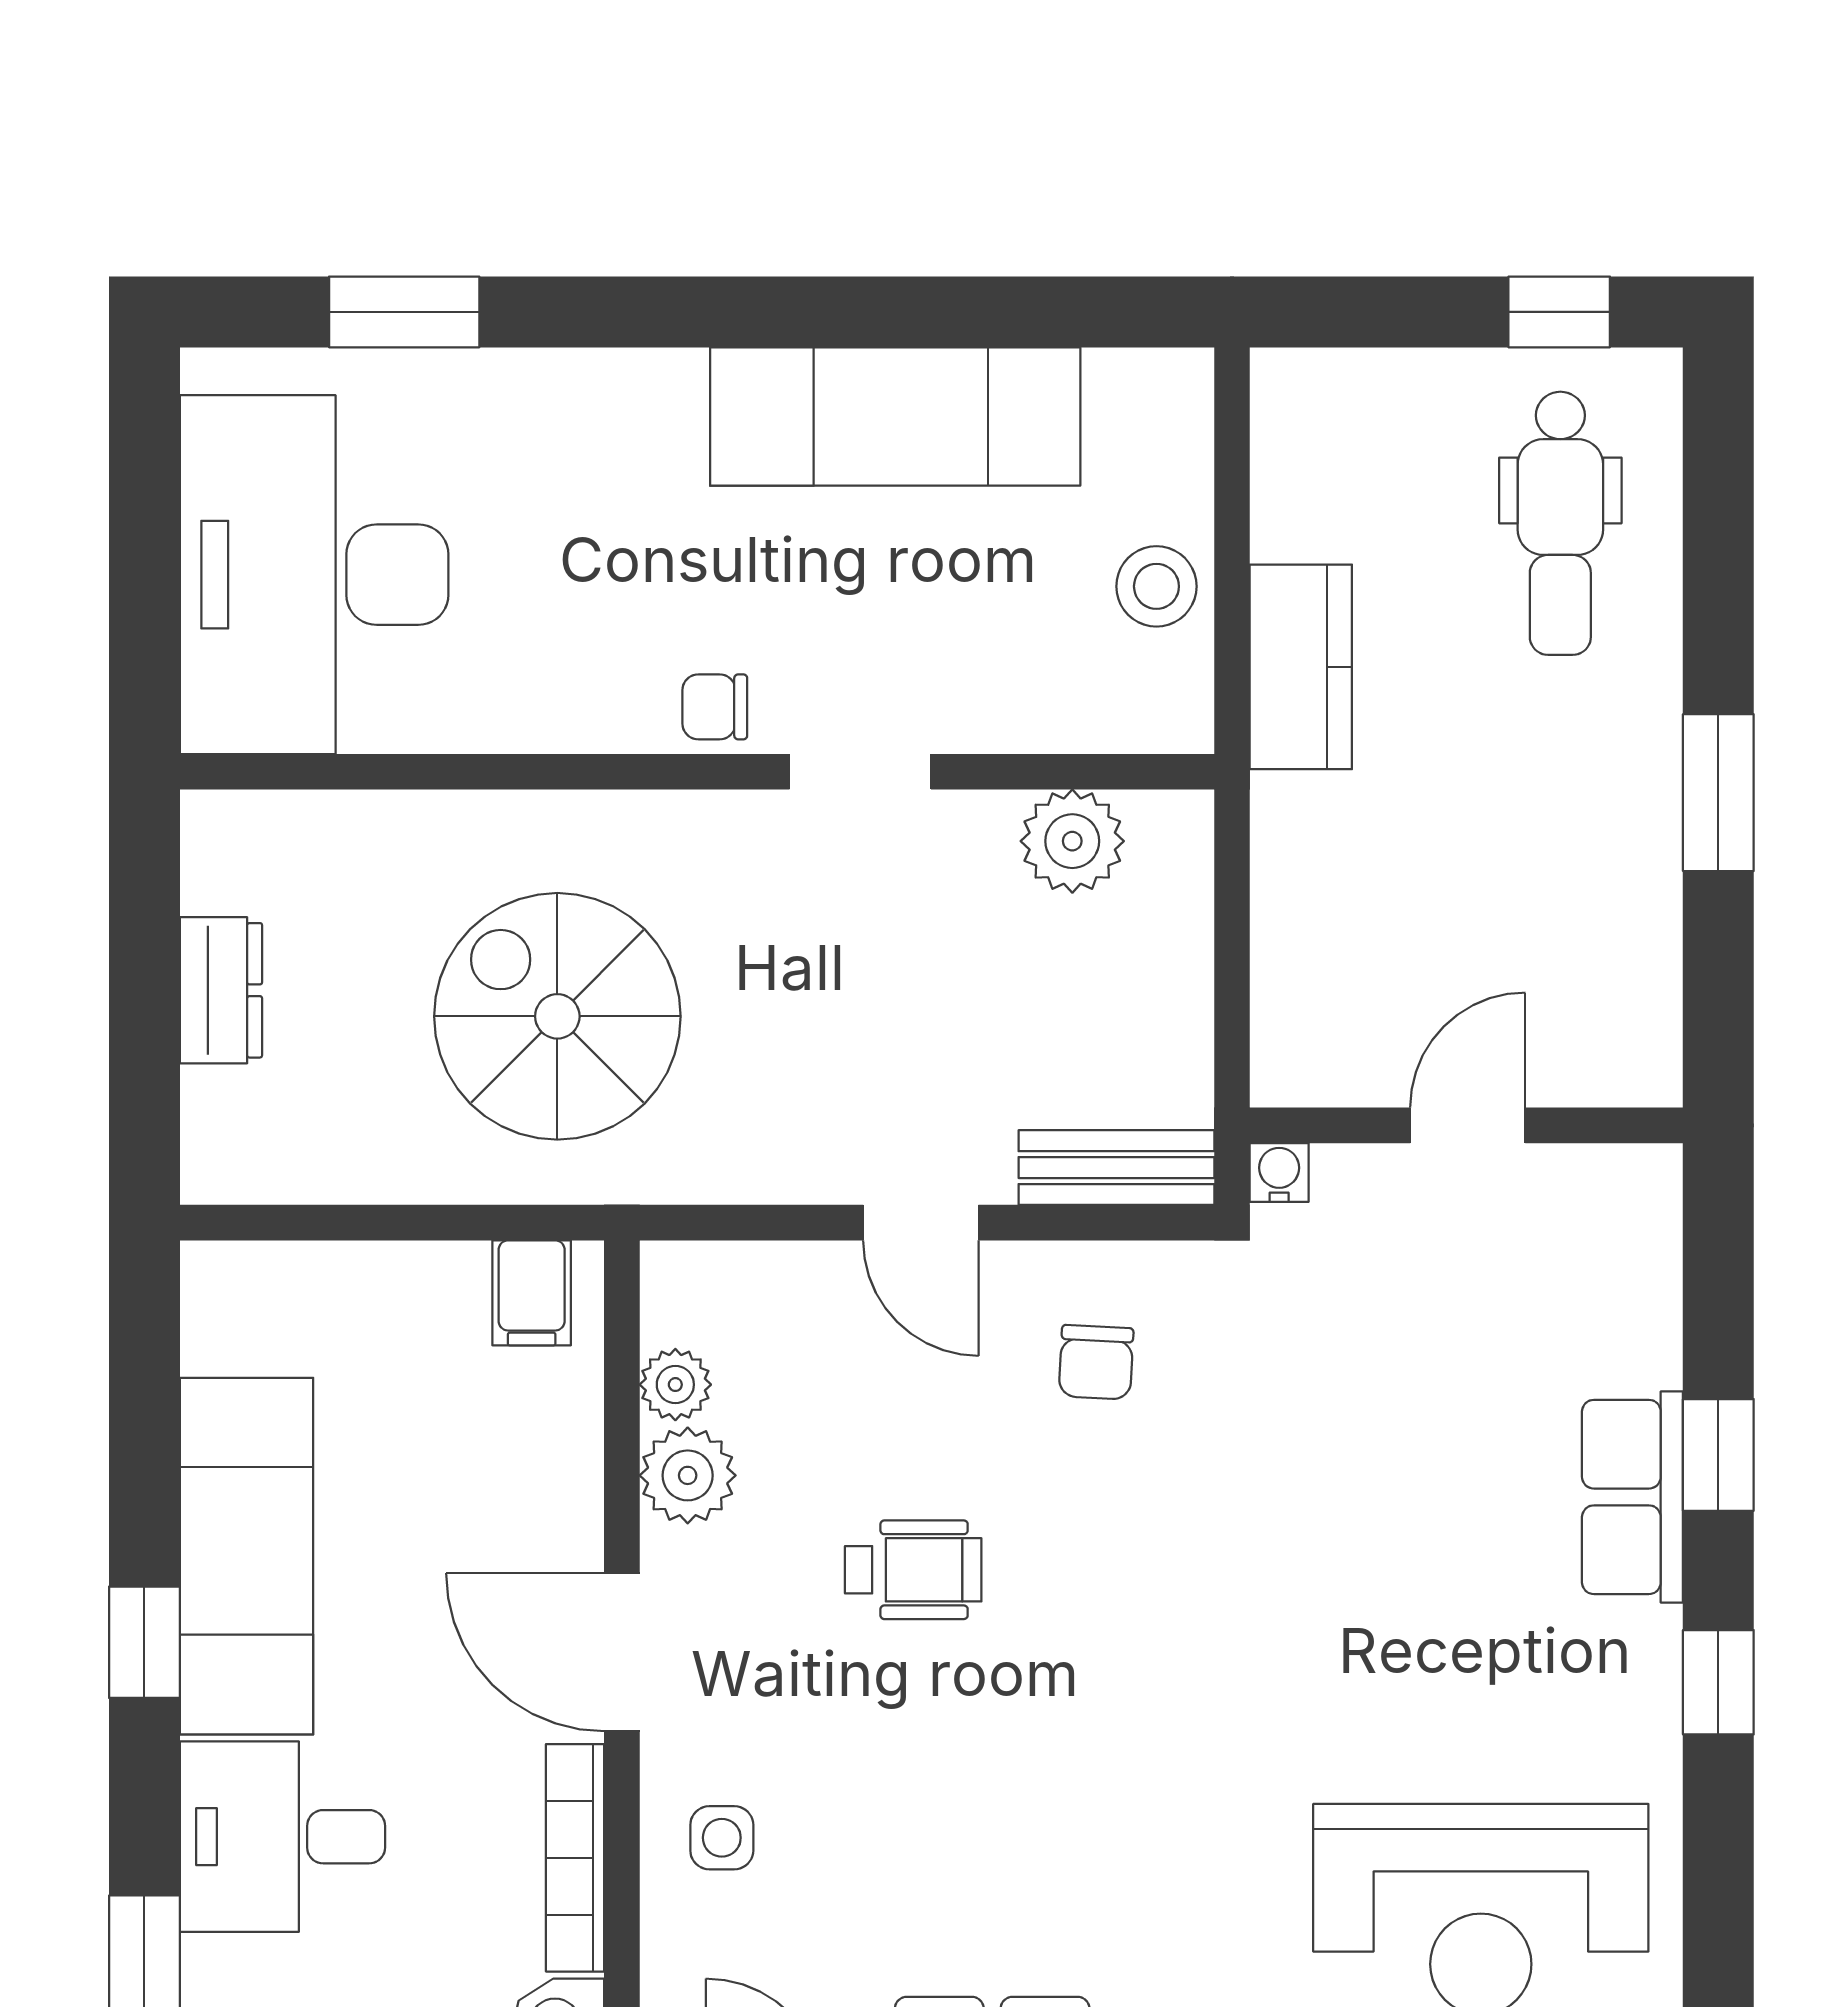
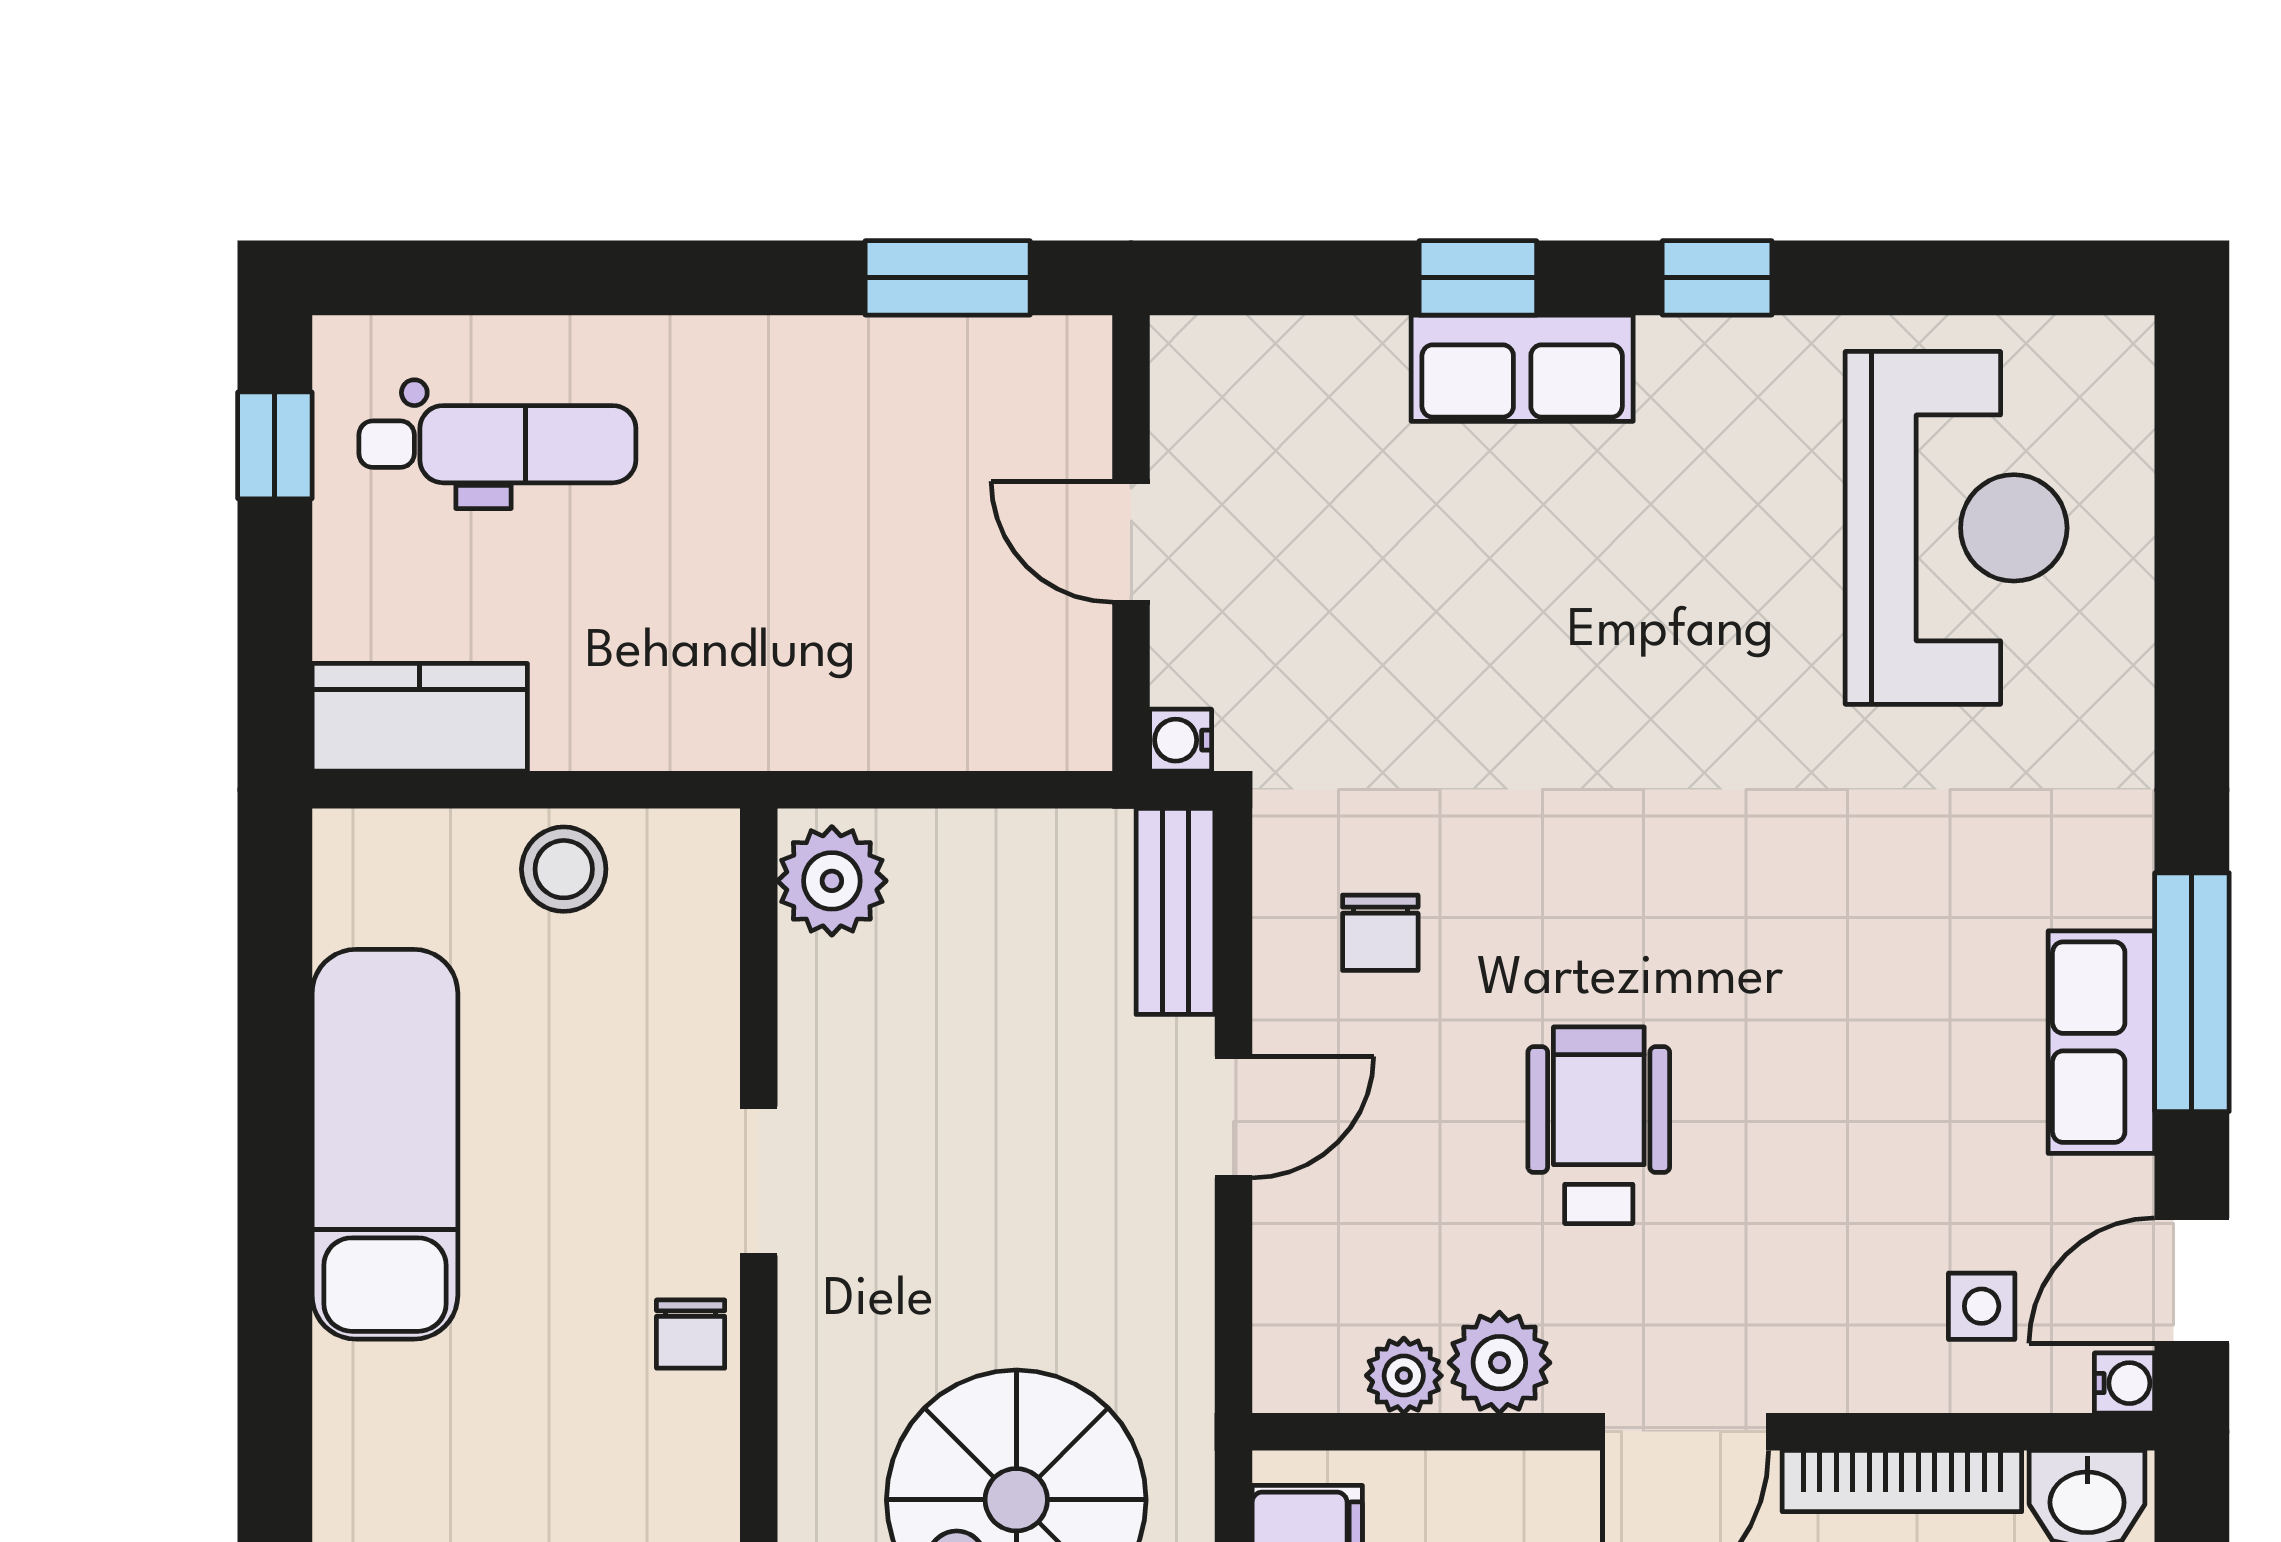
kitchen counter: (1301, 667) -> (420, 717), moved
window: (1718, 793) -> (948, 278), moved
plant: (1072, 841) -> (832, 881), moved
chair: (1096, 1362) -> (1380, 933), turned 87
wheelchair: (913, 1570) -> (1599, 1125), width x1.36, depth x1.37
side table: (722, 1838) -> (1982, 1306), moved

